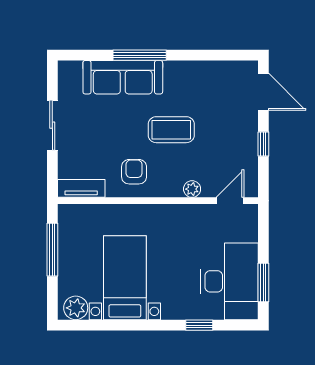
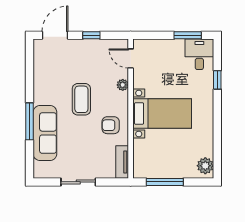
bed with nightstands: (125, 278) -> (162, 114), moved, turned 180
desk: (229, 281) -> (199, 54), width x0.53, depth x0.77

